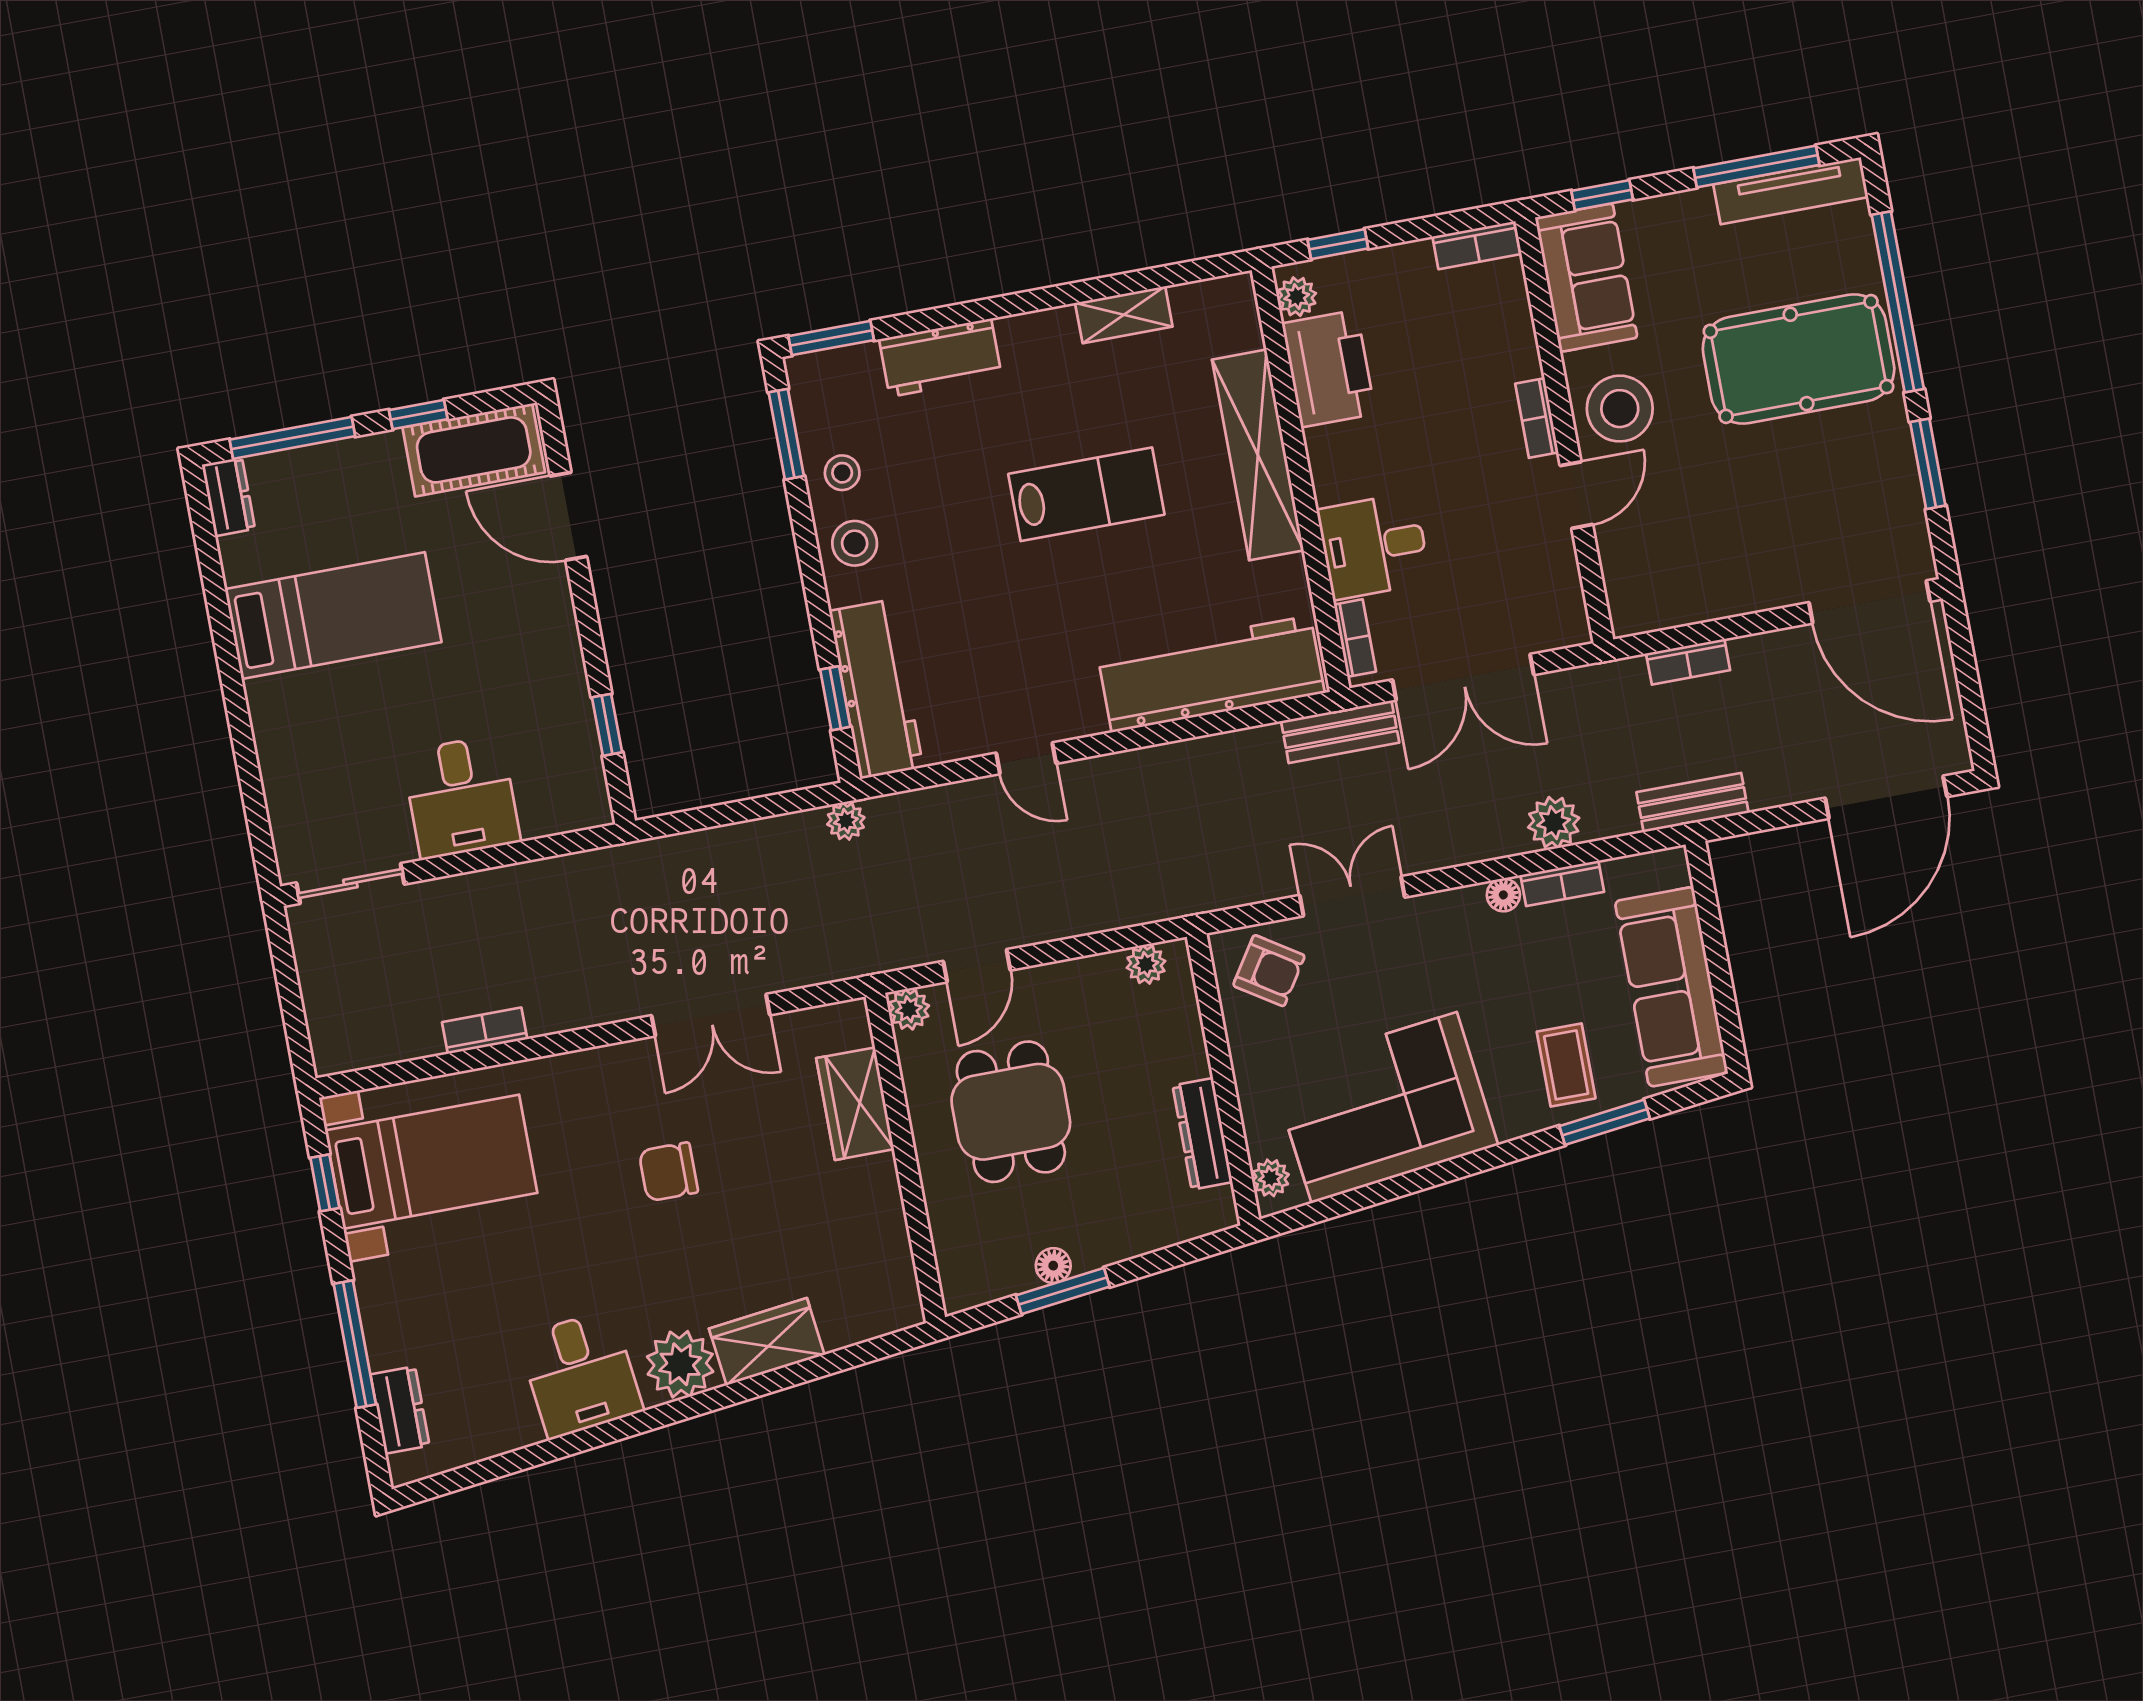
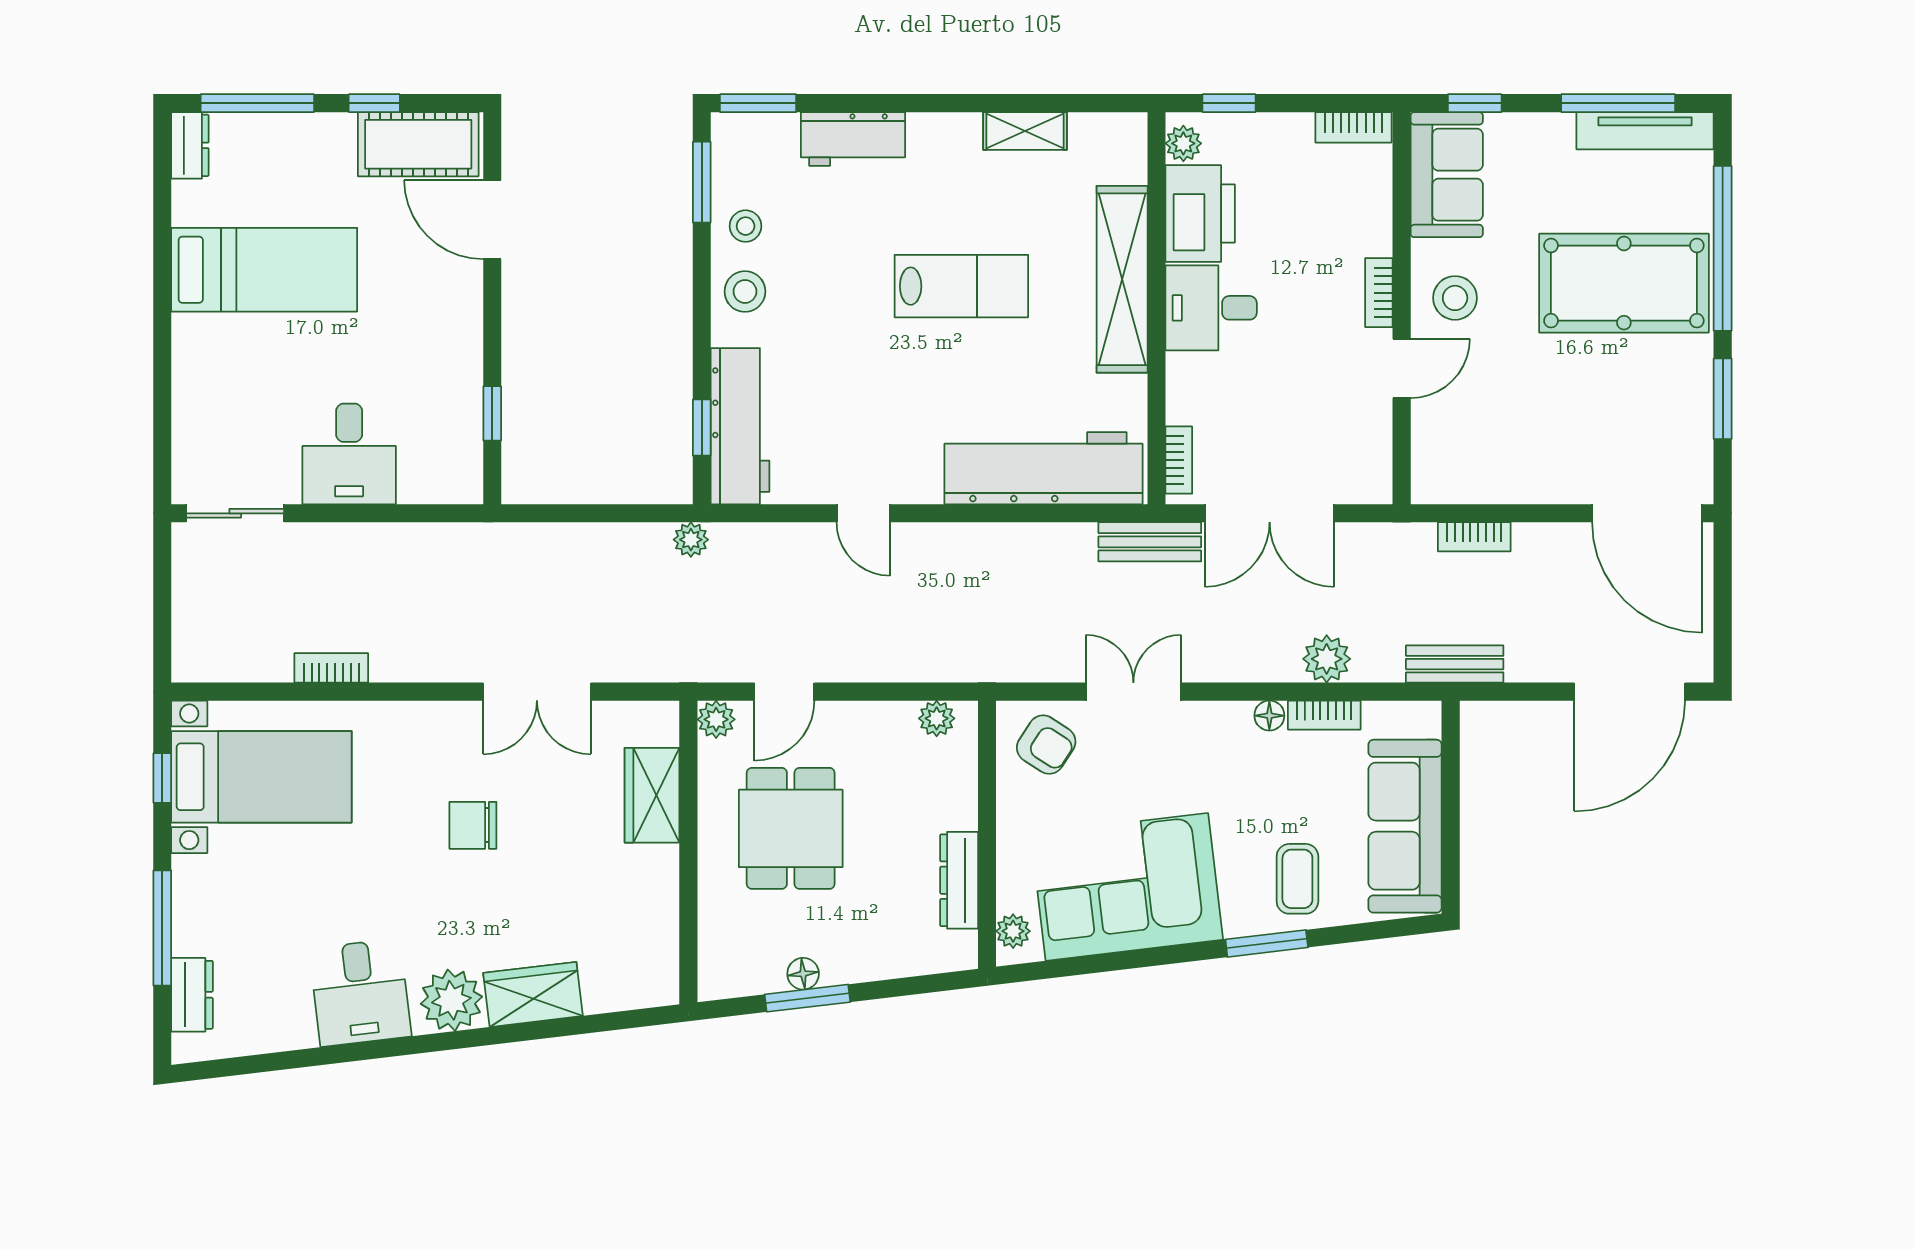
stool: (1620, 409) -> (1455, 298), width x0.73, depth x0.73
desk: (1374, 546) -> (1211, 308), moved
window: (1605, 1122) -> (1267, 943), moved

